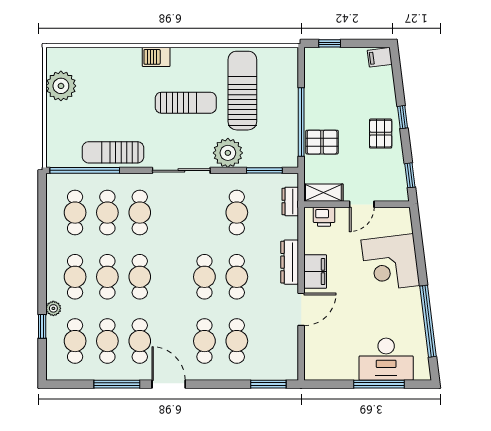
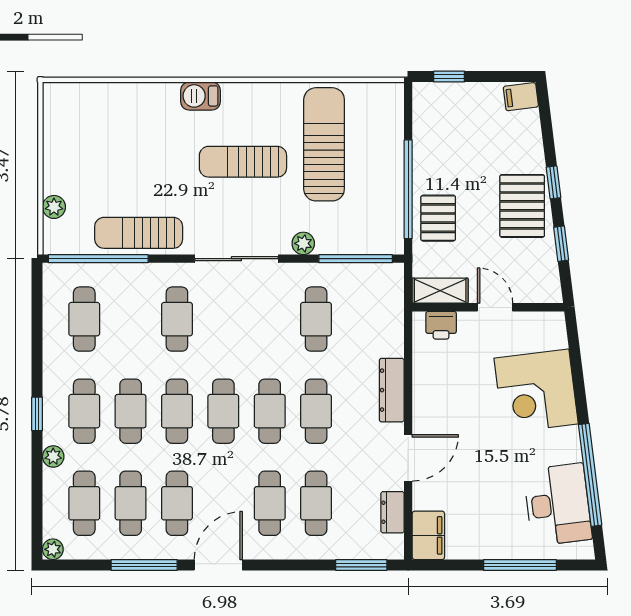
plant: (61, 86) -> (54, 207), moved, width x0.53, depth x0.53
sun lounger: (186, 103) -> (243, 162), turned 180
pallet: (381, 134) -> (522, 206), width x1.50, depth x1.42
pallet: (322, 142) -> (438, 218), turned 90
plant: (228, 153) -> (303, 243), width x0.53, depth x0.53
window: (264, 170) -> (356, 259), width x1.44
window: (410, 175) -> (561, 244), moved
dresser: (290, 201) -> (392, 512), moved
door: (362, 204) -> (495, 307), swing flipped
cafe table: (107, 213) -> (223, 411), moved
filing cabinet: (315, 272) -> (428, 535), moved
window: (42, 326) -> (37, 414), moved
desk: (386, 359) -> (558, 505), moved, turned -97
plant: (53, 373) -> (53, 549), added
door: (169, 384) -> (218, 565), hinge flipped

